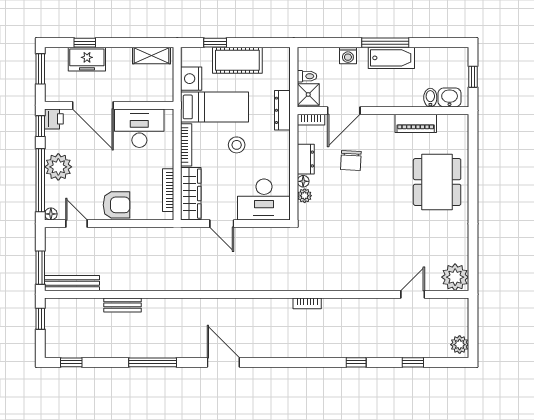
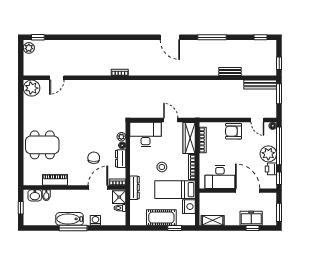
printer: (54, 119) -> (271, 169), moved
dining table: (437, 182) -> (42, 145), turned 90
window: (356, 362) -> (91, 37), removed
window: (413, 362) -> (38, 37), moved

